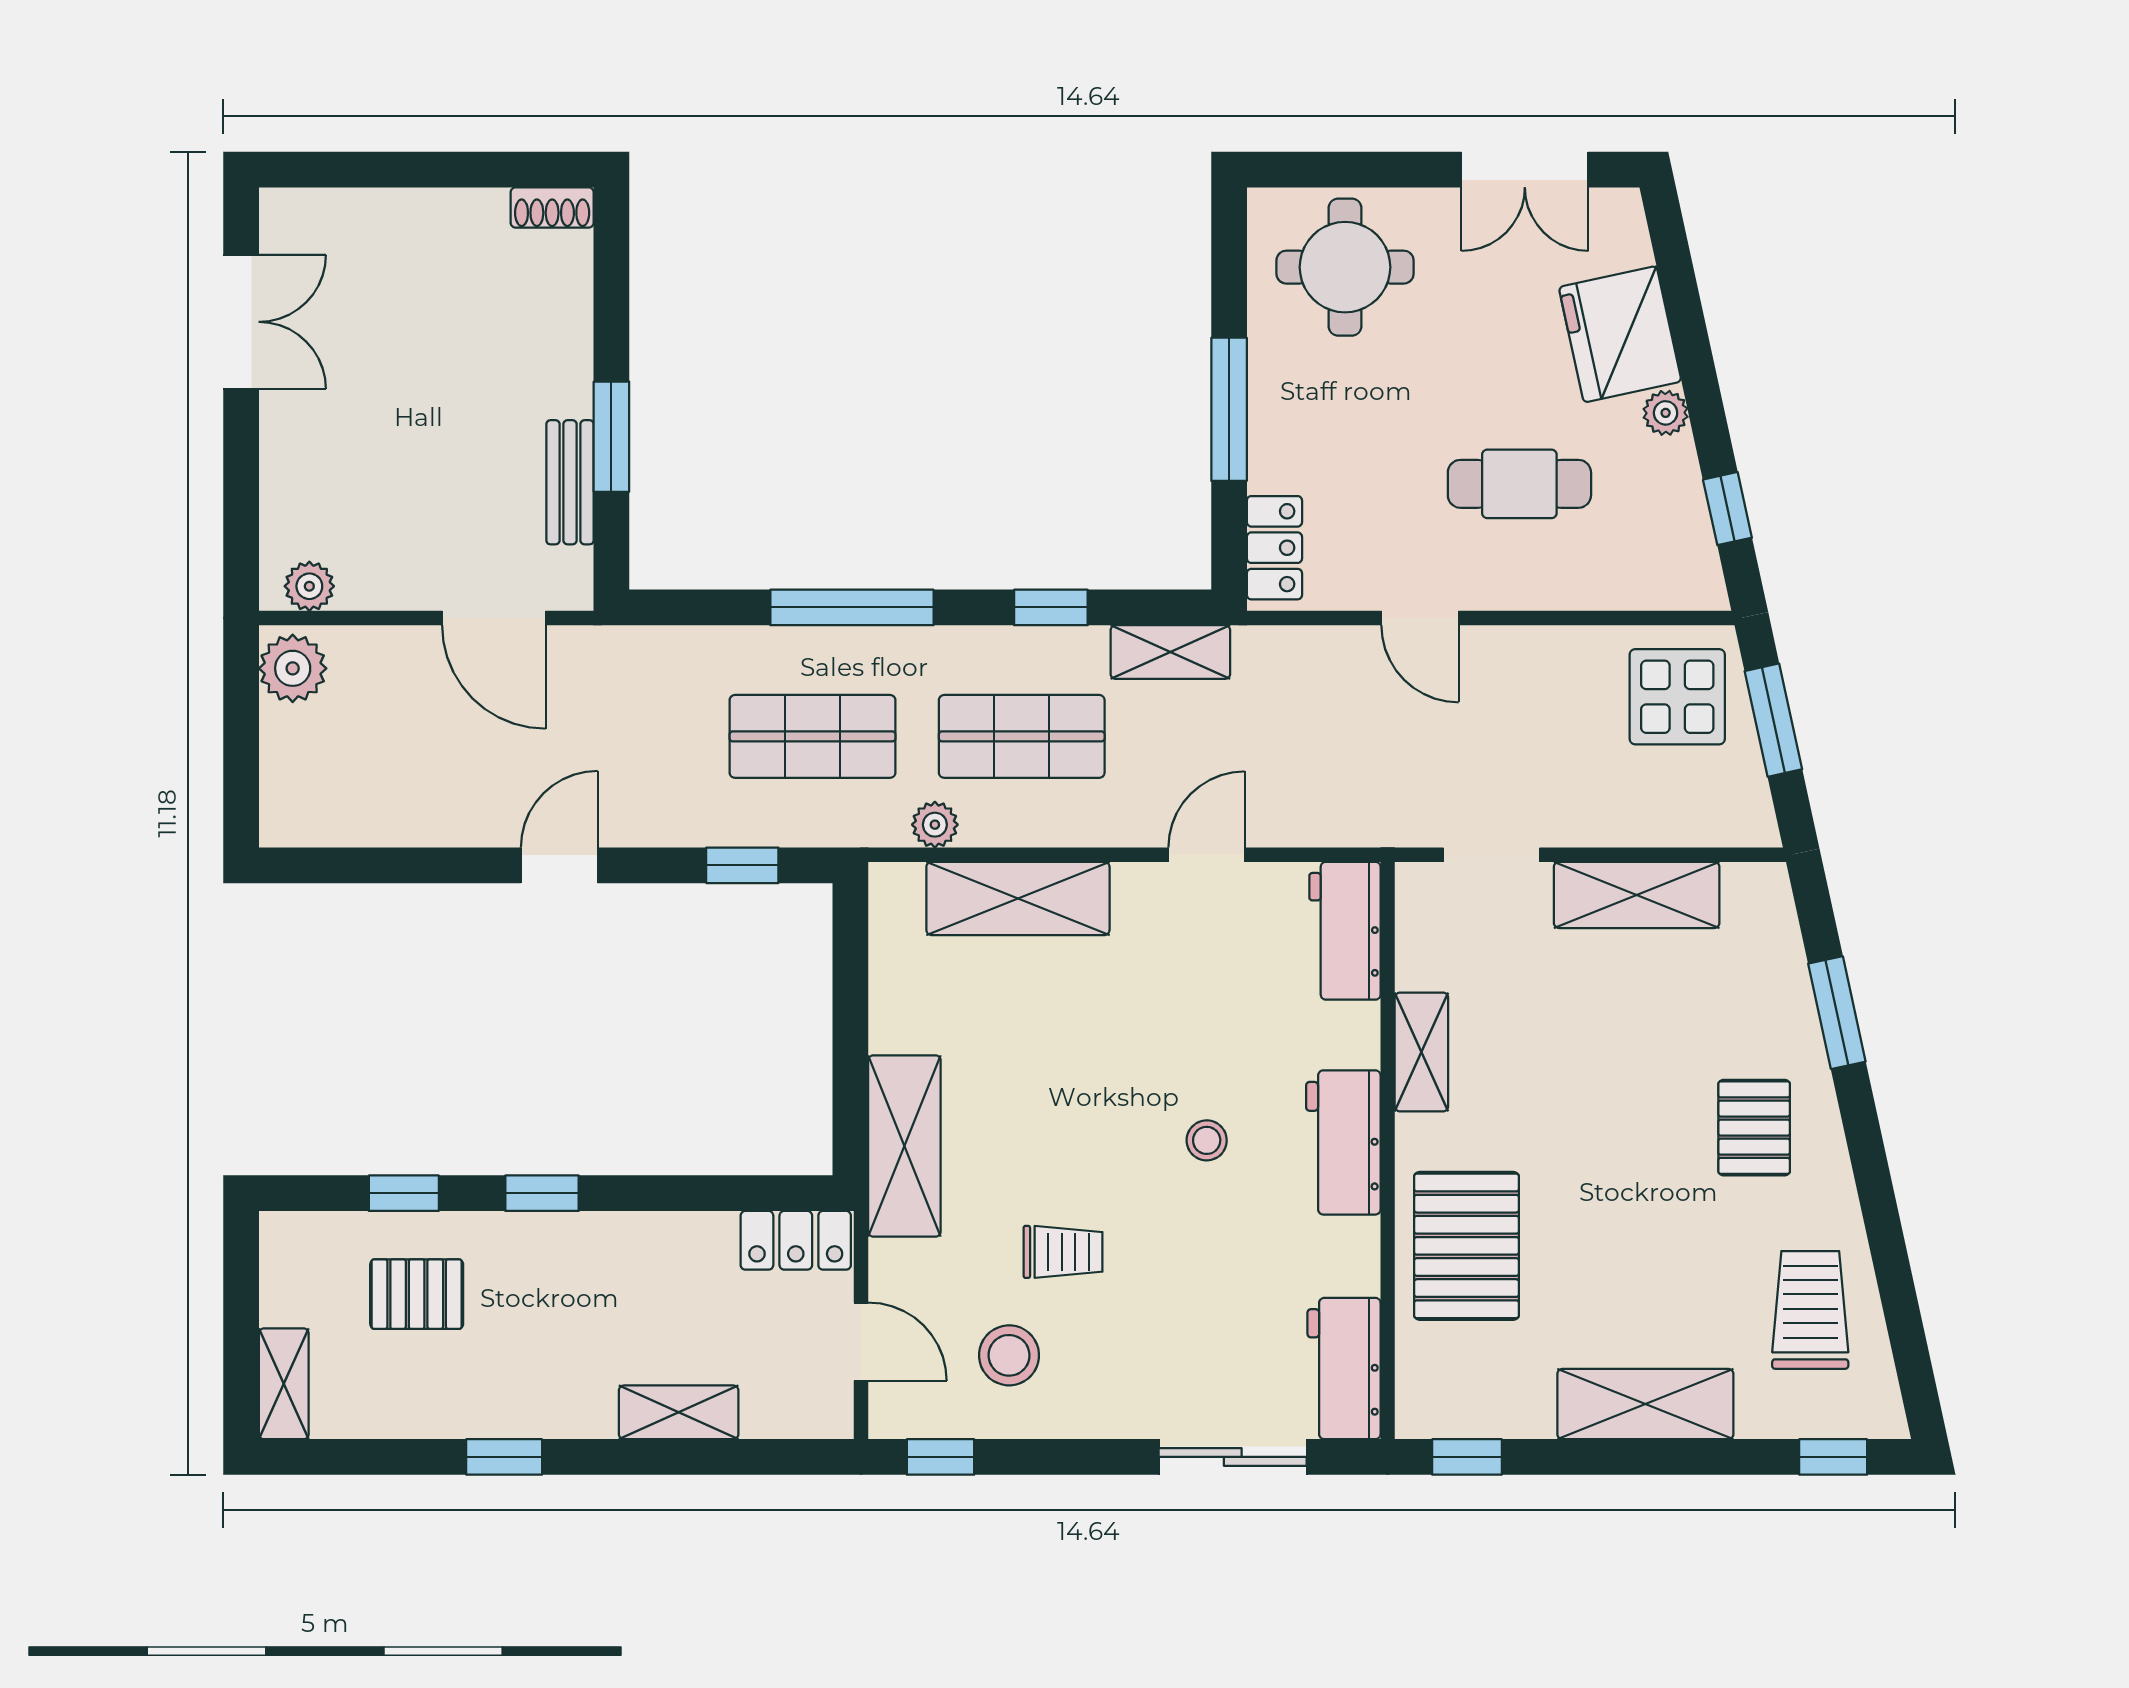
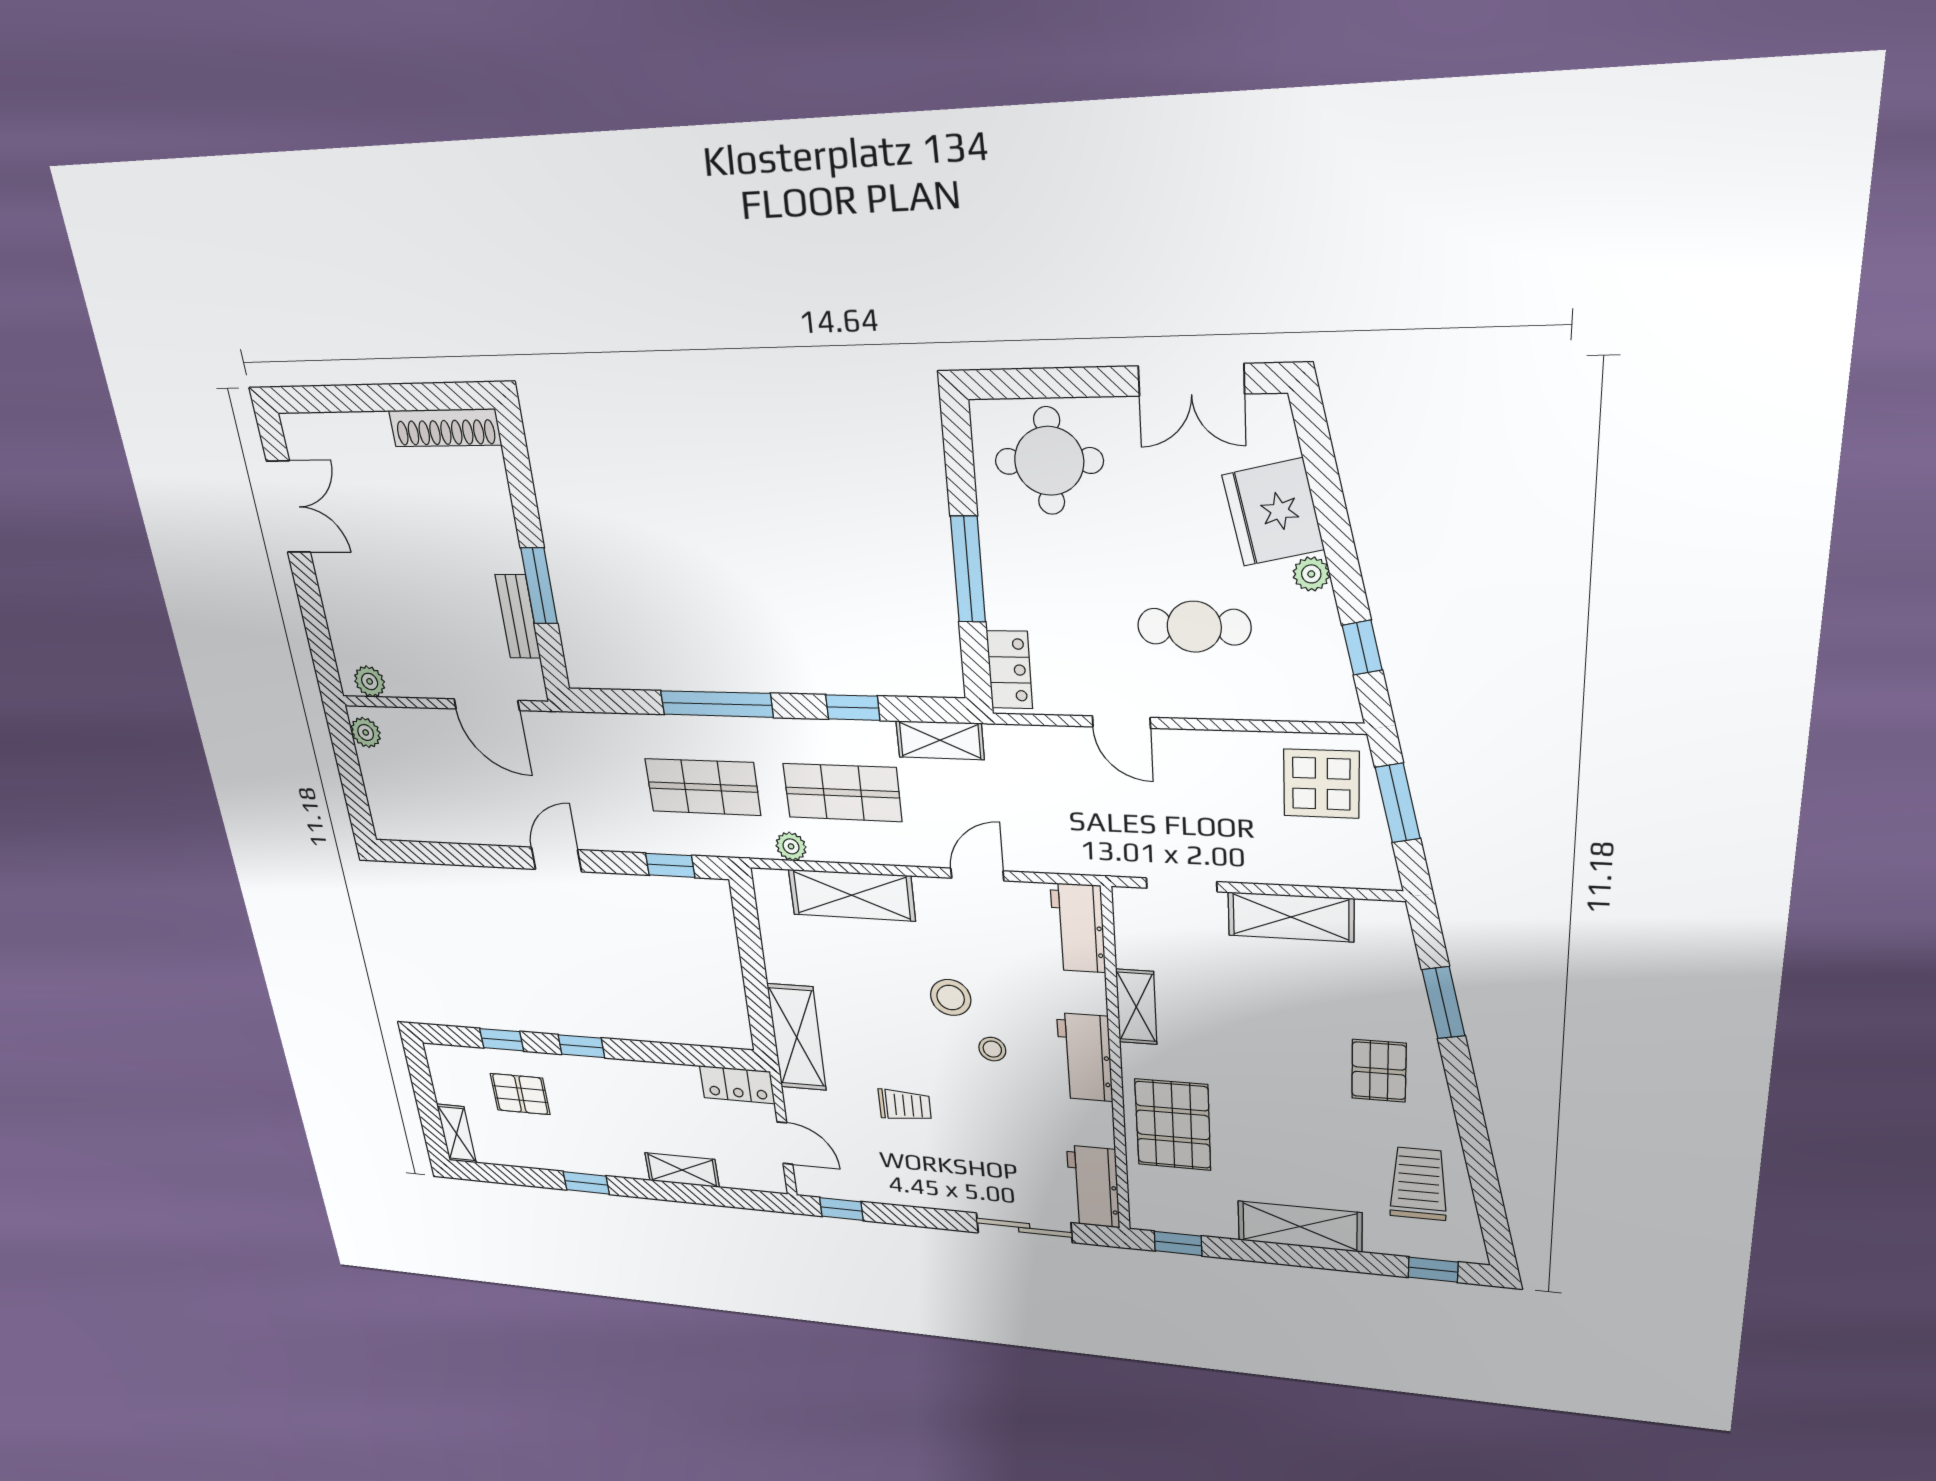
shoe rack: (552, 208) -> (445, 428), width x1.94, depth x1.24
plant: (293, 668) -> (366, 732), width x0.73, depth x0.73
stool: (1009, 1355) -> (951, 998), moved

